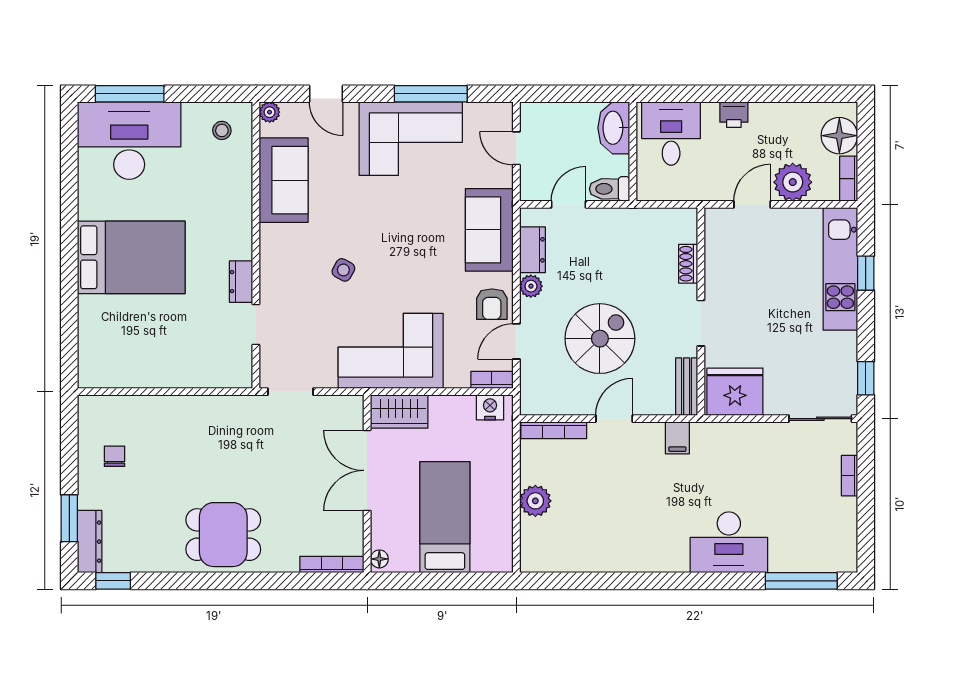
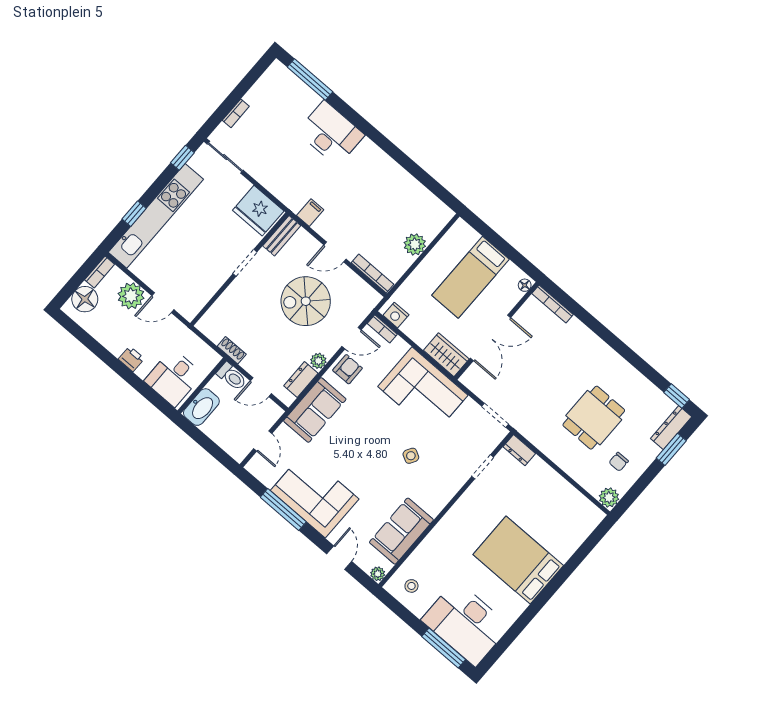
shoe rack: (688, 264) -> (232, 350), moved, turned -90
kitchen unit: (840, 269) -> (156, 216), width x1.36
dresser: (241, 282) -> (519, 450), moved, turned 90
plant: (92, 409) -> (609, 498), added
dining table: (223, 535) -> (594, 418), moved, turned 90

